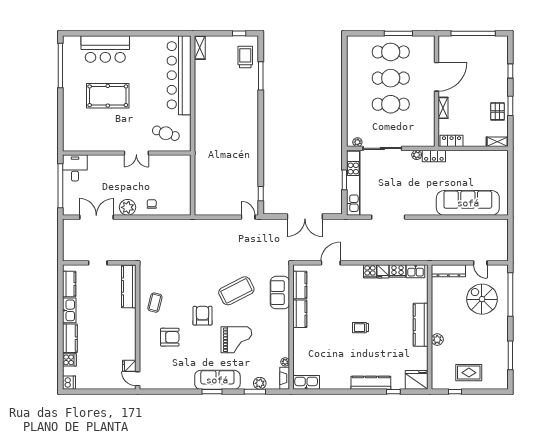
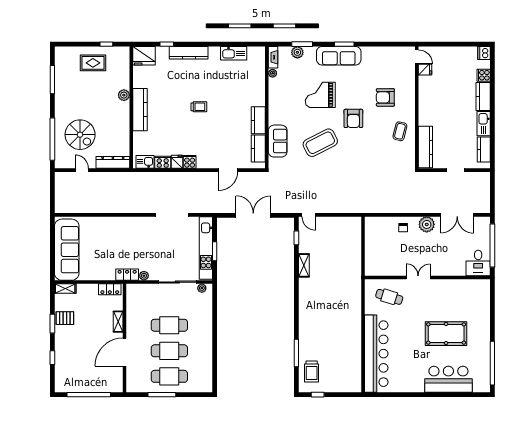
shelving: (200, 48) -> (304, 265), moved
pallet: (497, 111) -> (65, 318), turned 90
sofa: (468, 203) -> (67, 250), moved, turned -90
kitchen sink: (306, 382) -> (234, 53), moved

